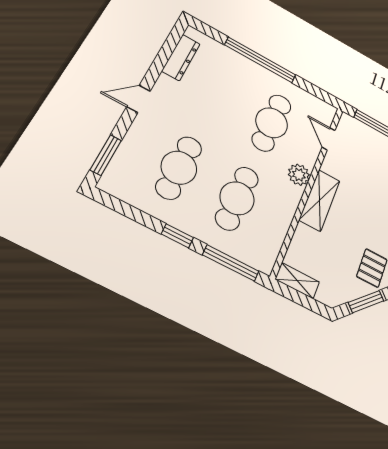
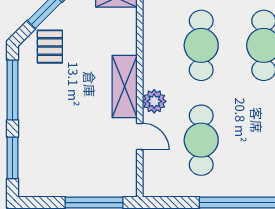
door: (329, 139) -> (140, 137), moved

